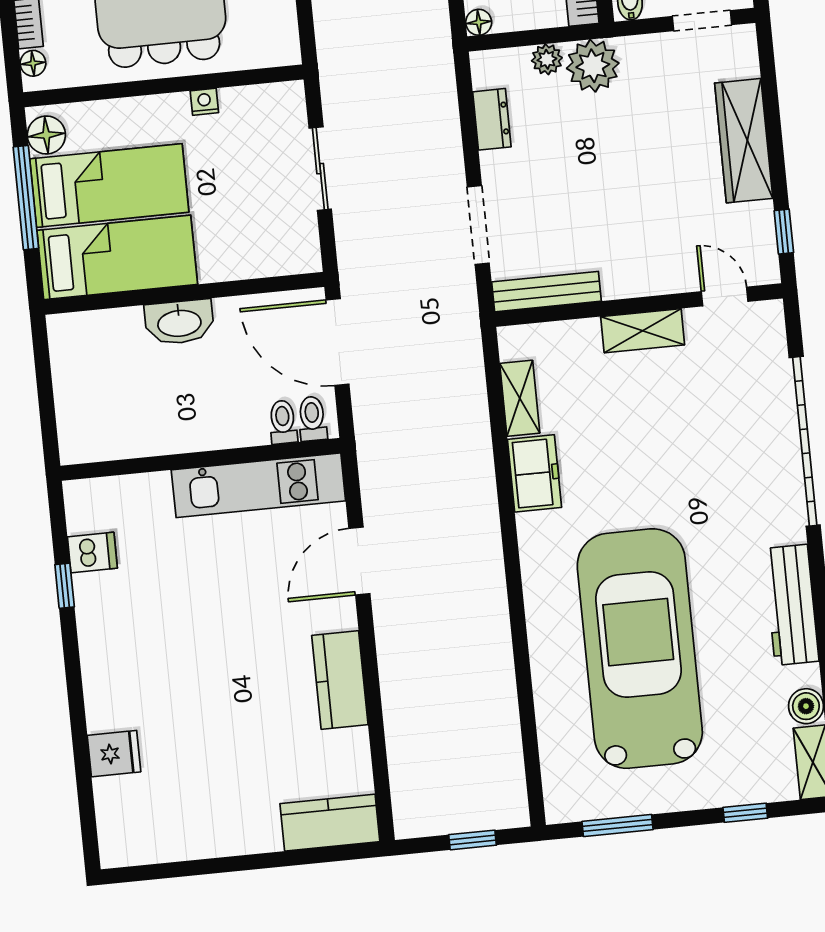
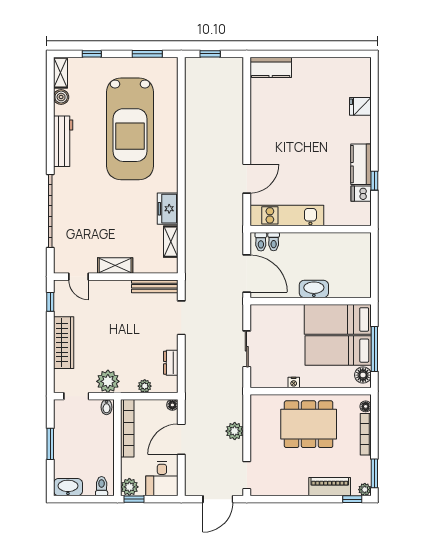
plant: (593, 66) -> (108, 381), moved
kitchen counter: (340, 680) -> (361, 164), moved, turned 180

